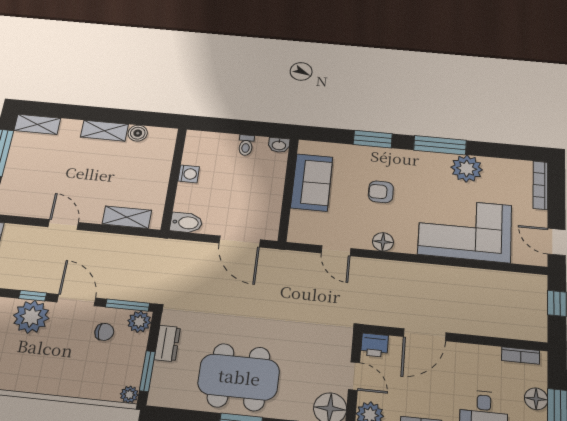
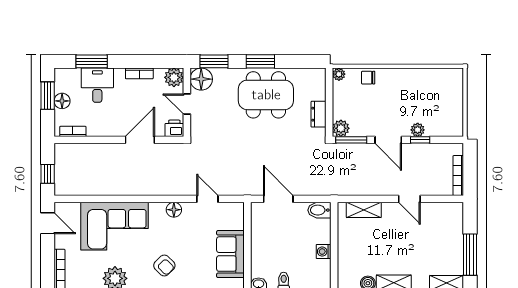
armchair: (381, 192) -> (164, 265), moved, turned 45
plant: (31, 317) -> (418, 130), width x0.53, depth x0.53
chair: (104, 332) -> (368, 78), moved
window: (147, 371) -> (329, 92), removed

